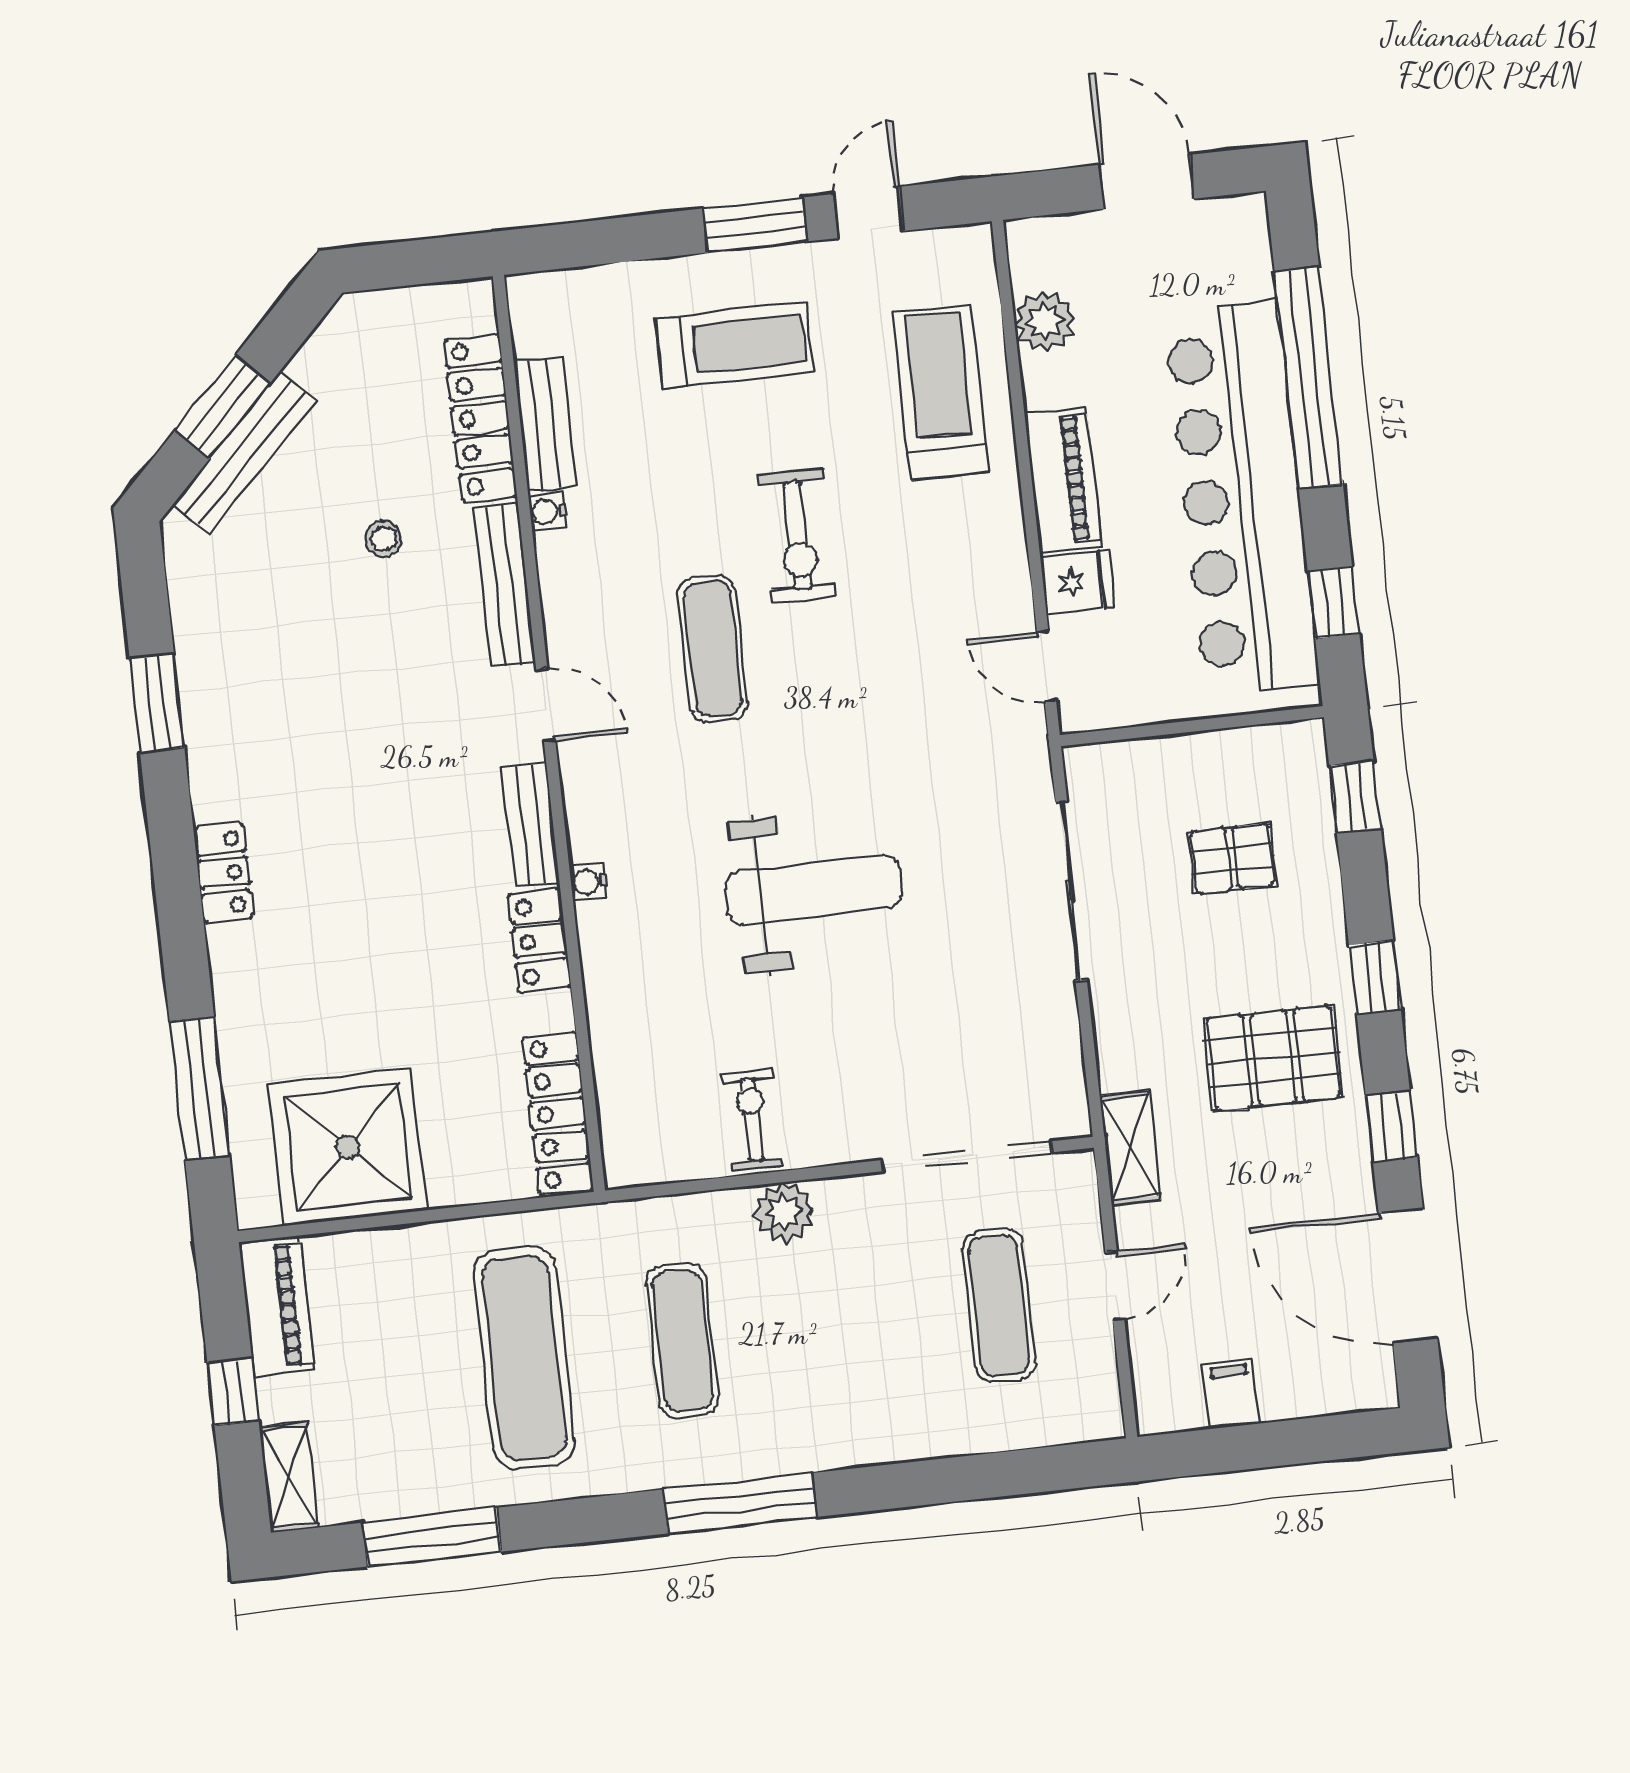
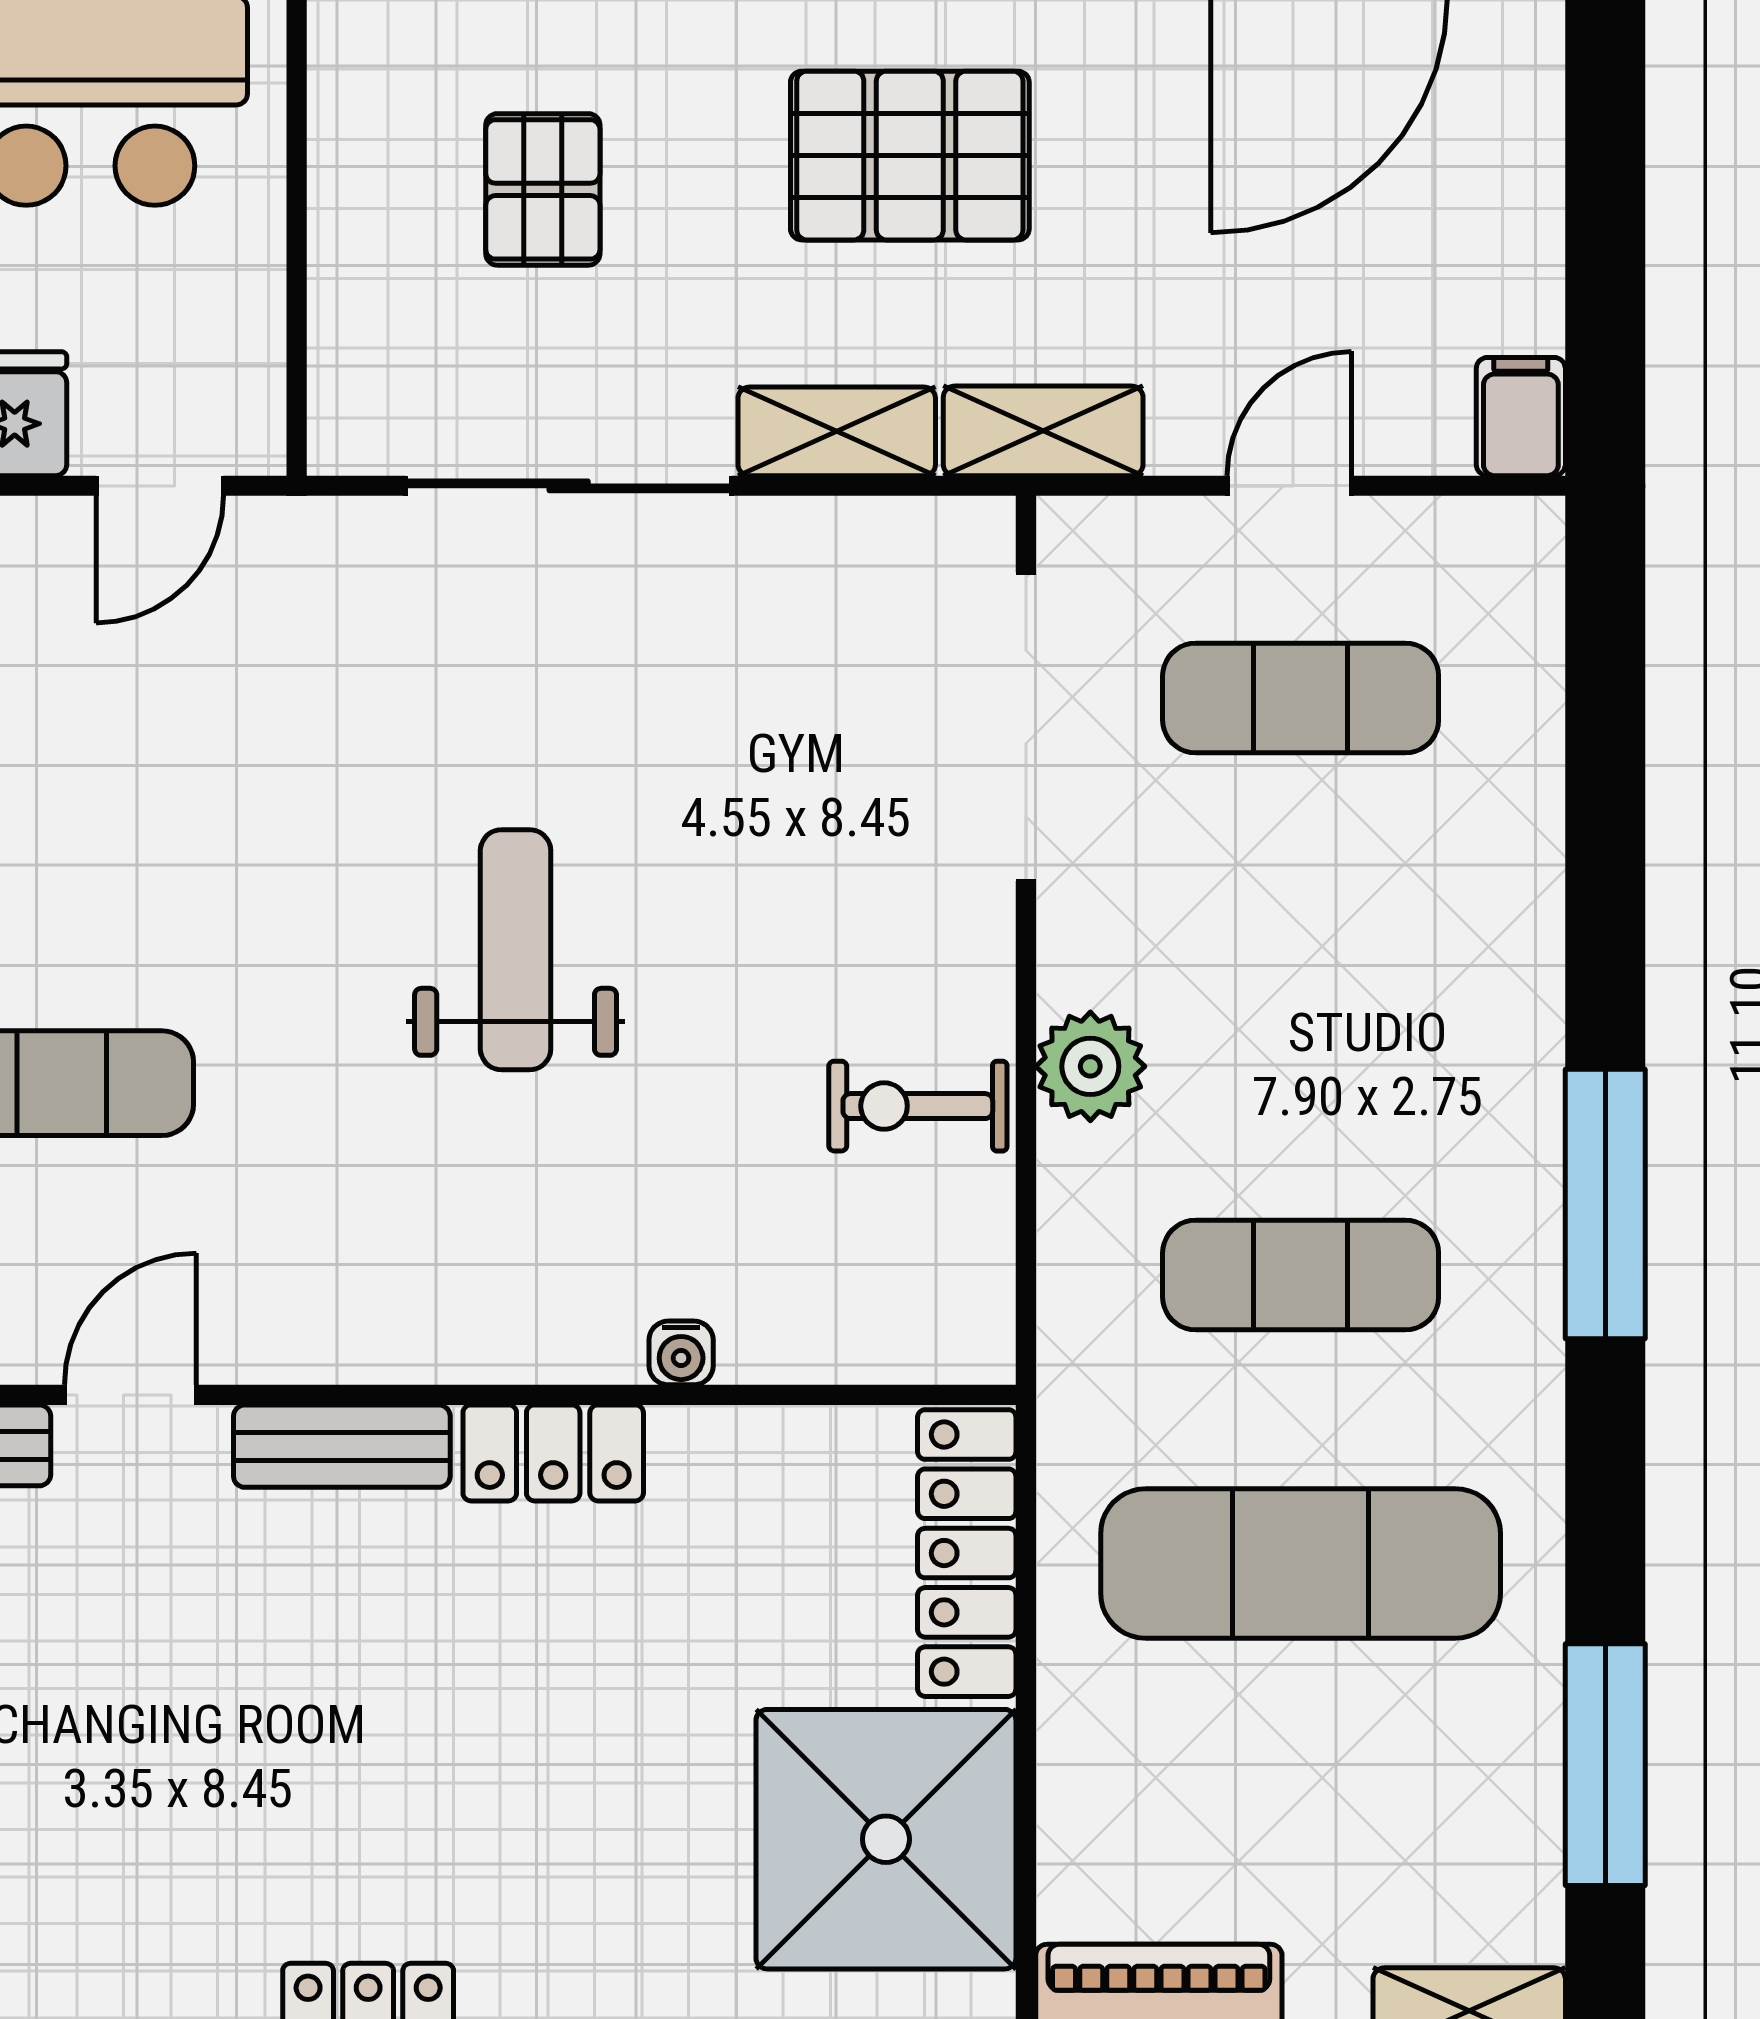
water cooler: (589, 882) -> (681, 1353), moved
weight bench: (813, 890) -> (516, 950), width x0.73, depth x0.75
shelving: (1117, 1035) -> (837, 431), added
pallet: (1273, 1058) -> (910, 156), turned 90
locker: (558, 1113) -> (967, 1553), moved, turned 90
door: (1115, 1286) -> (1289, 486), hinge flipped
filing cabinet: (1231, 1394) -> (1521, 417), moved, turned 90

